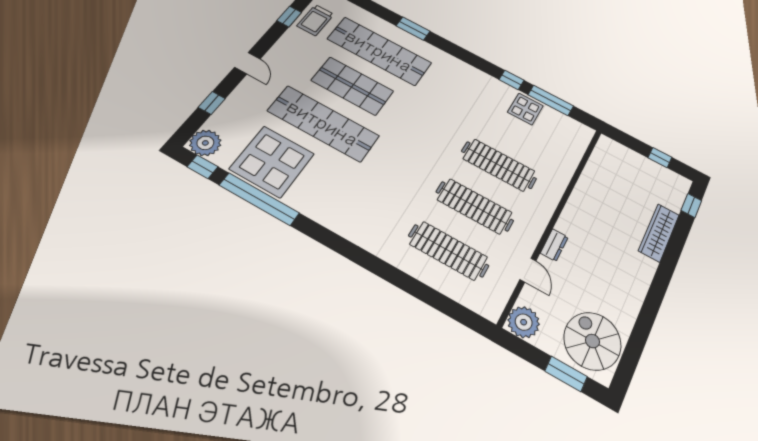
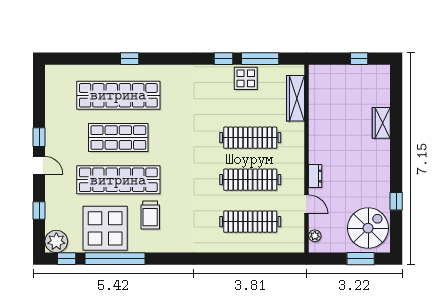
window: (289, 16) -> (39, 137), moved
trolley: (315, 20) -> (150, 215), moved
window: (413, 28) -> (130, 59), width x0.67
wardrobe: (571, 156) -> (295, 98), added
window: (691, 206) -> (396, 201), moved
wardrobe: (659, 233) -> (381, 123), width x0.67
plant: (524, 322) -> (315, 236), width x0.53, depth x0.53
spiral stairs: (592, 341) -> (368, 228), turned 90

